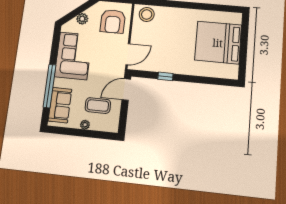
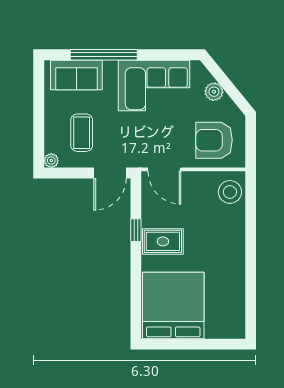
bed: (218, 43) -> (173, 305), moved
rug: (174, 60) -> (163, 241), added
door: (126, 90) -> (110, 173), swing flipped
plant: (85, 125) -> (51, 161), moved

